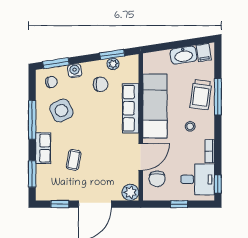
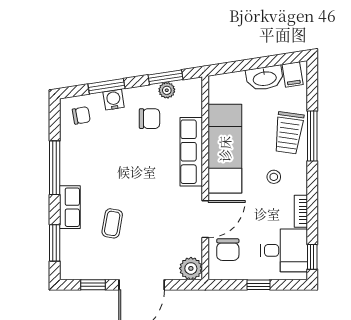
window: (56, 63) -> (106, 86), moved
side table: (61, 111) -> (95, 155), removed

